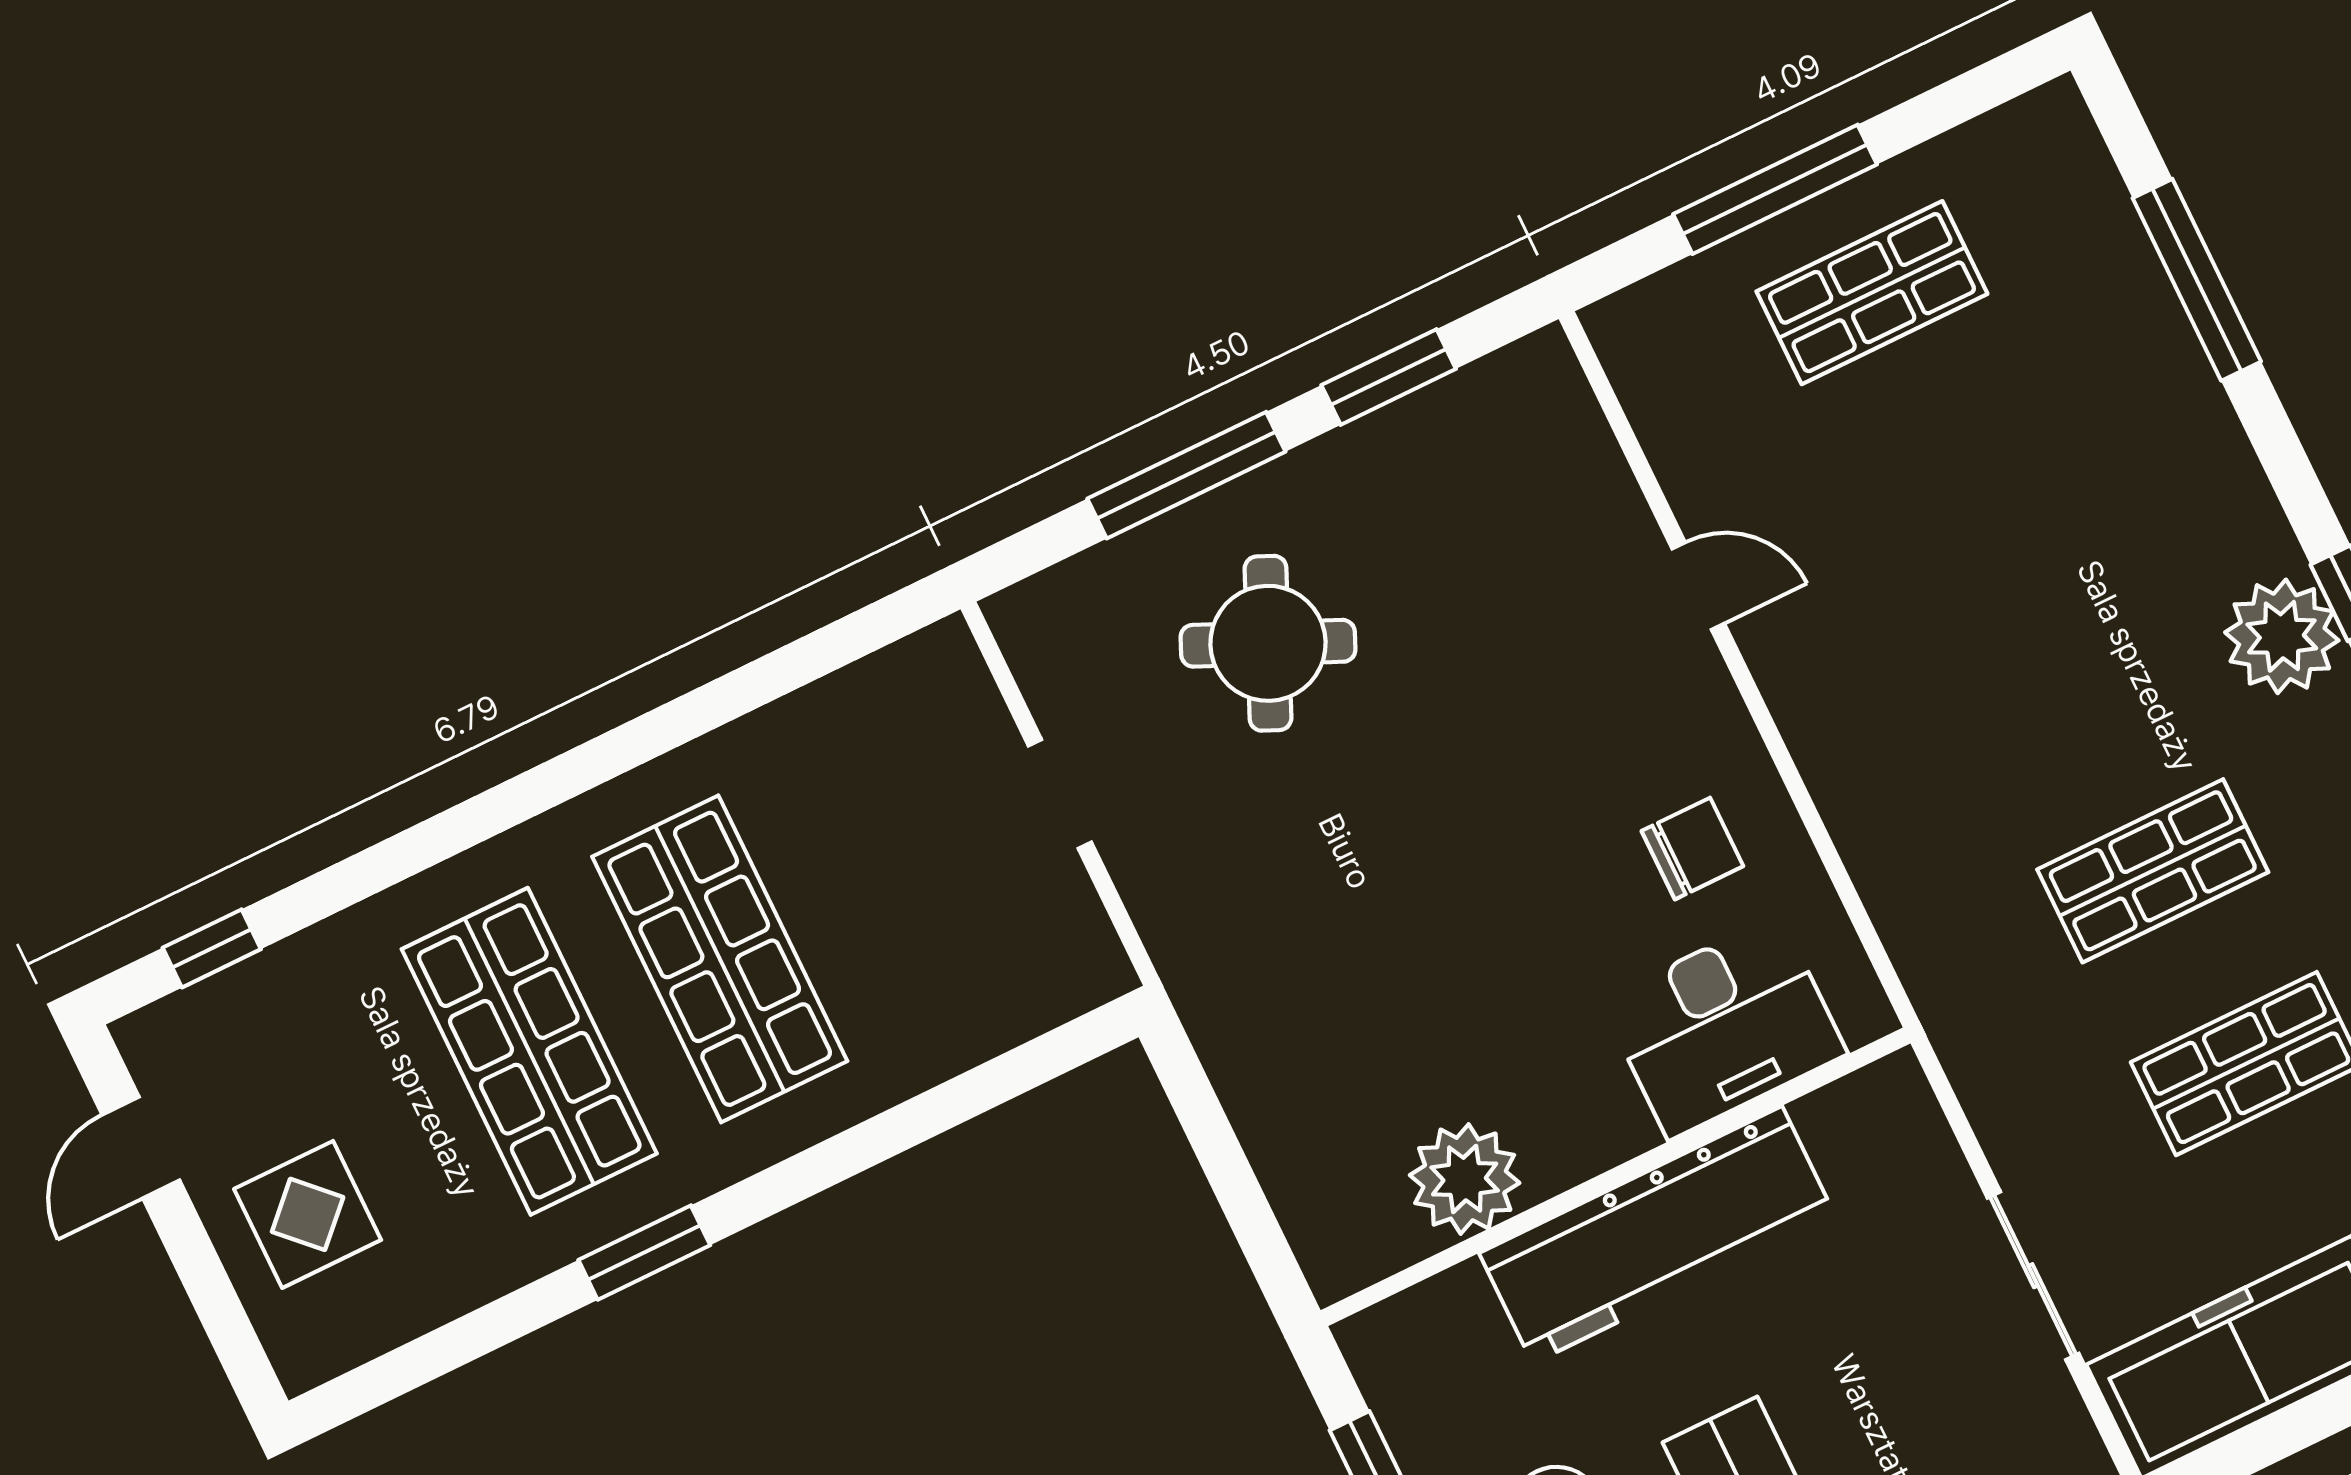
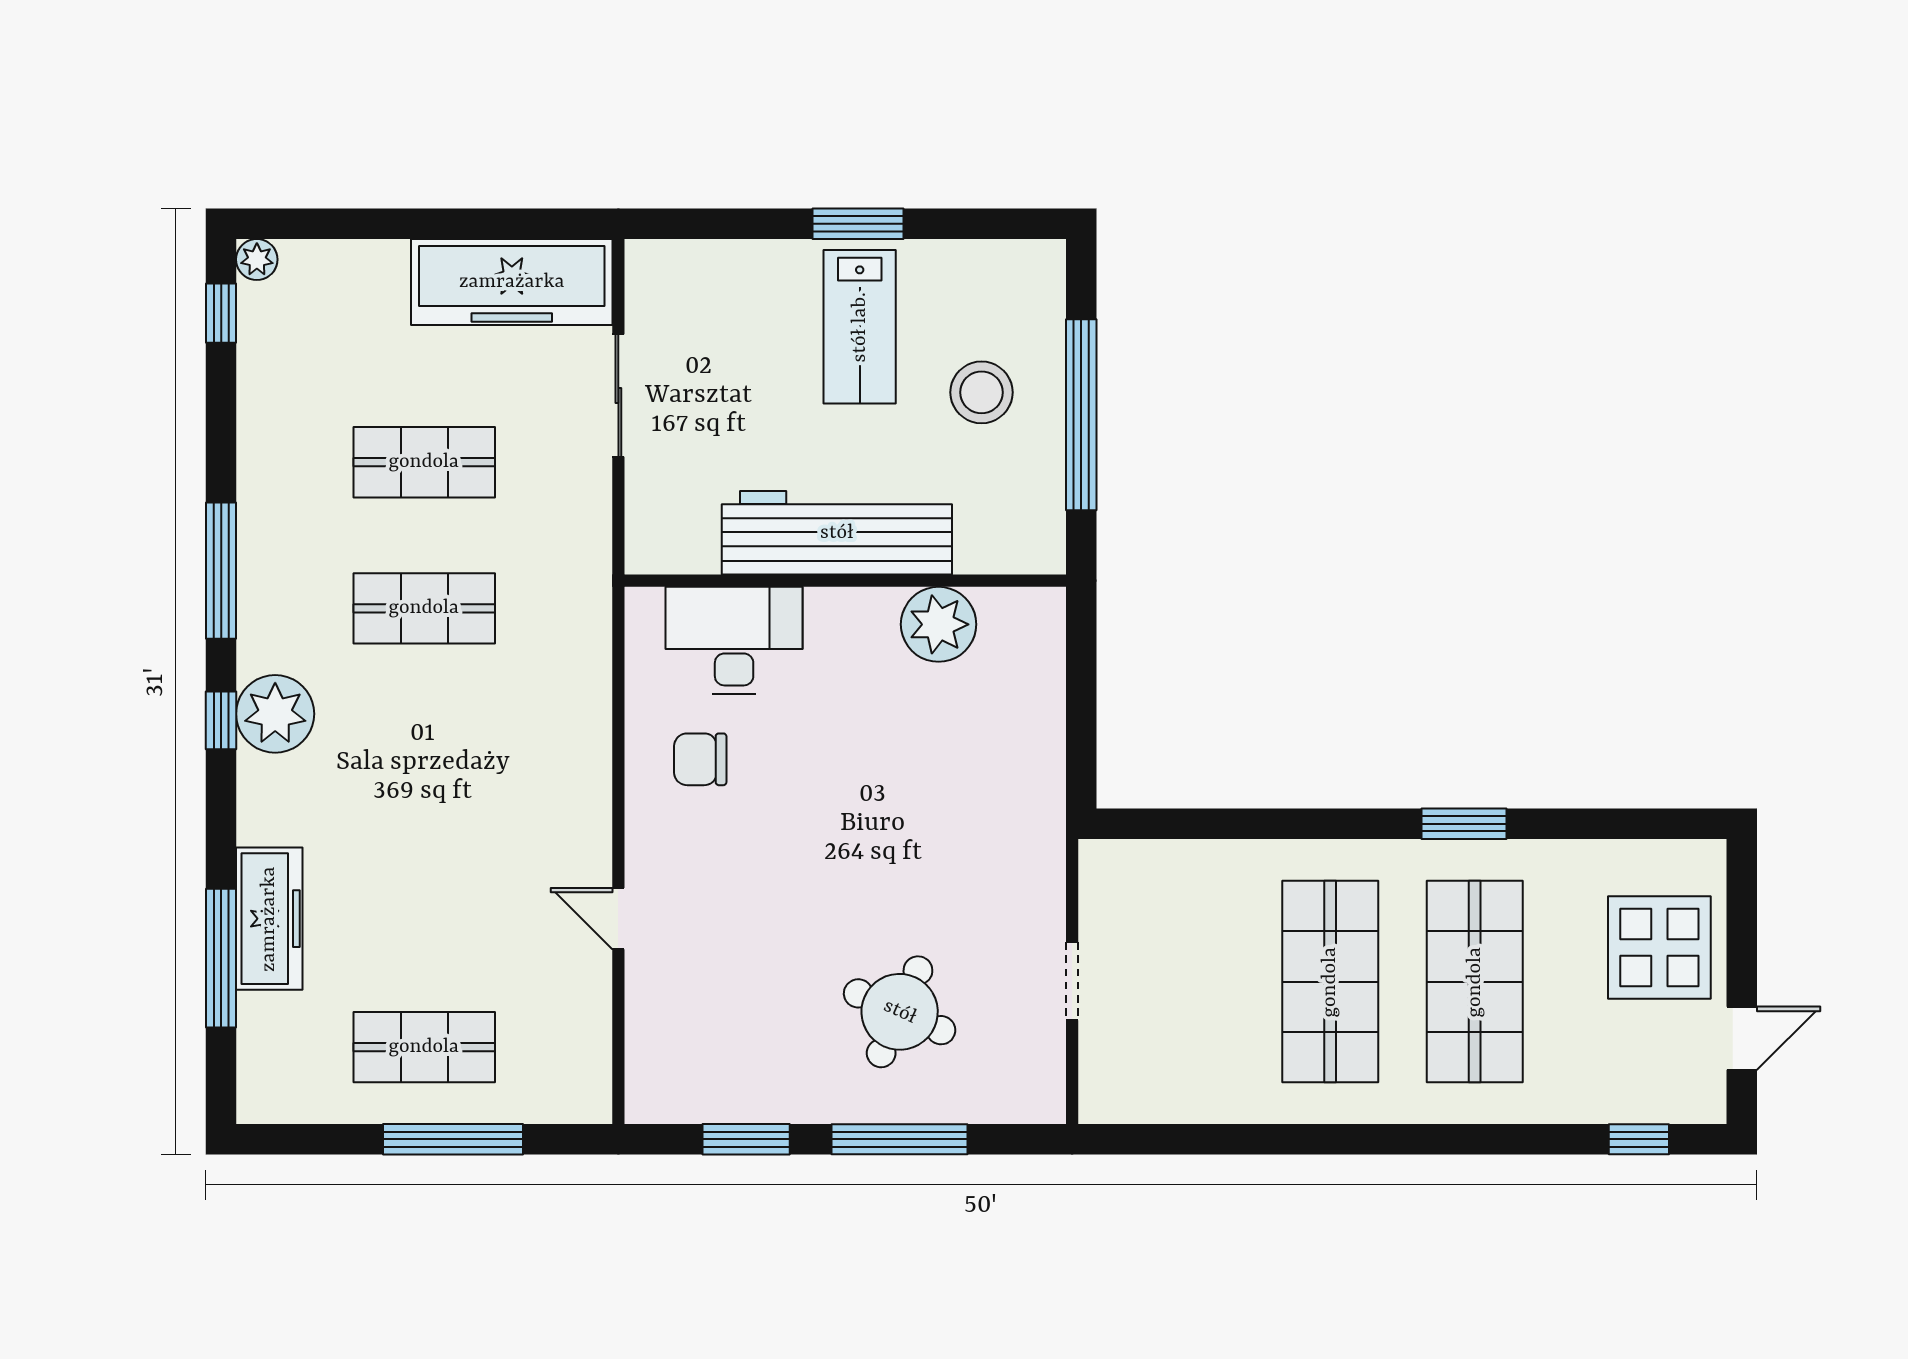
freezer: (2158, 363) -> (269, 919), added
display table: (308, 1214) -> (1659, 947), width x1.36, depth x1.36

